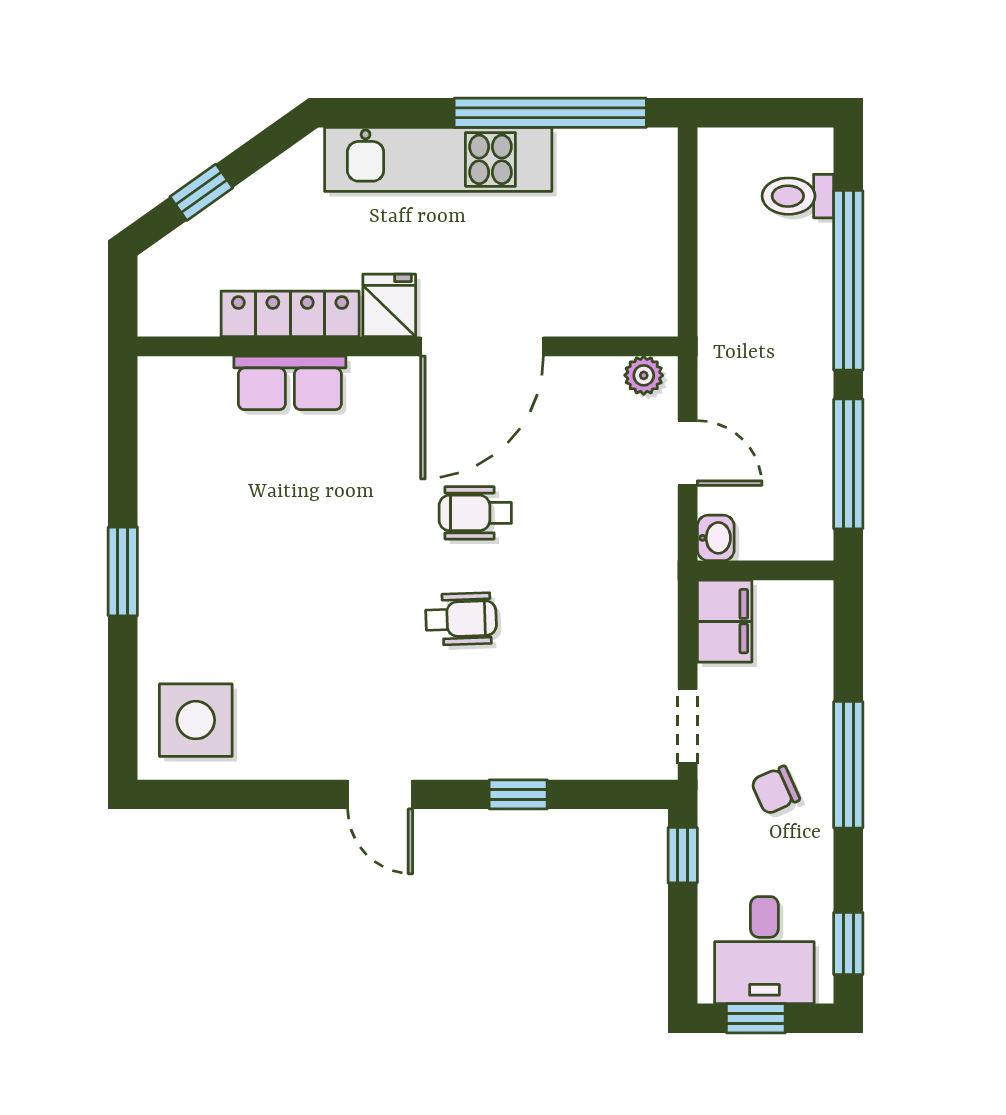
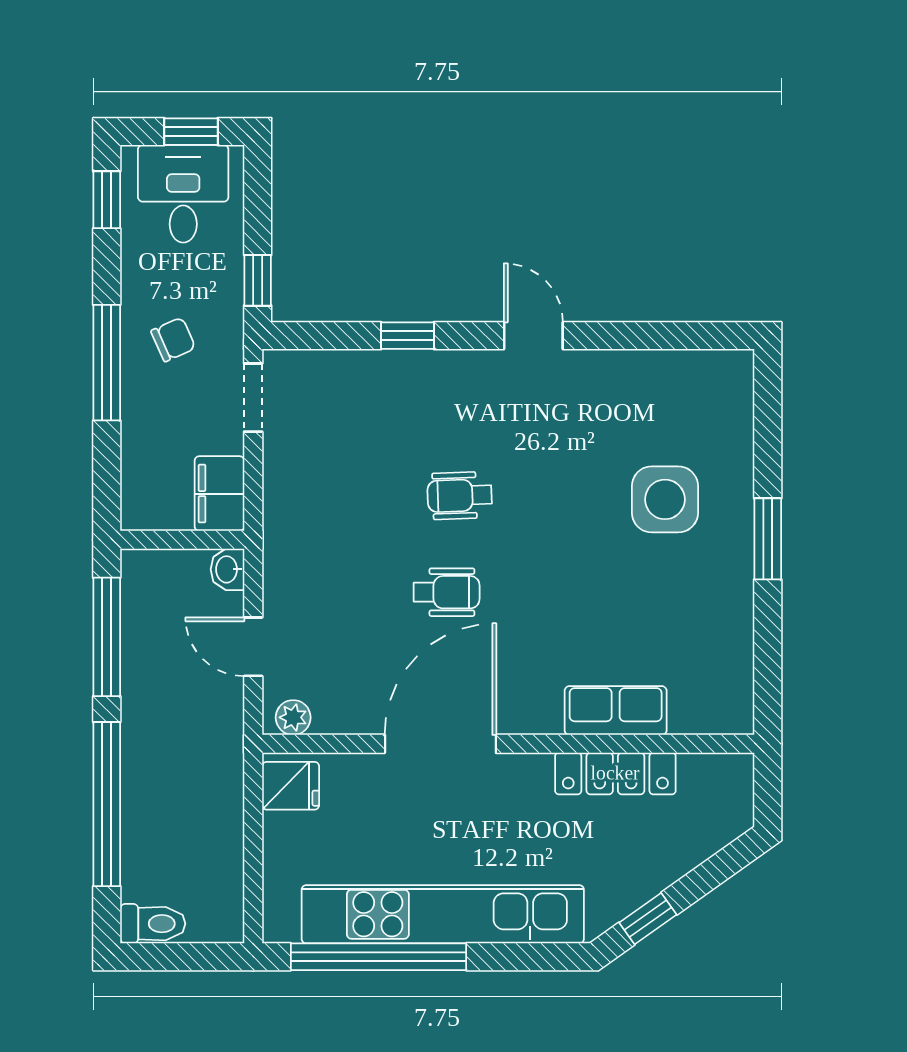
kitchen unit: (438, 159) -> (443, 914), width x1.36
window: (201, 192) -> (648, 919), moved
toilet: (798, 196) -> (153, 924), moved
fridge: (389, 305) -> (291, 786), moved, turned -90
side table: (196, 720) -> (665, 499), moved

